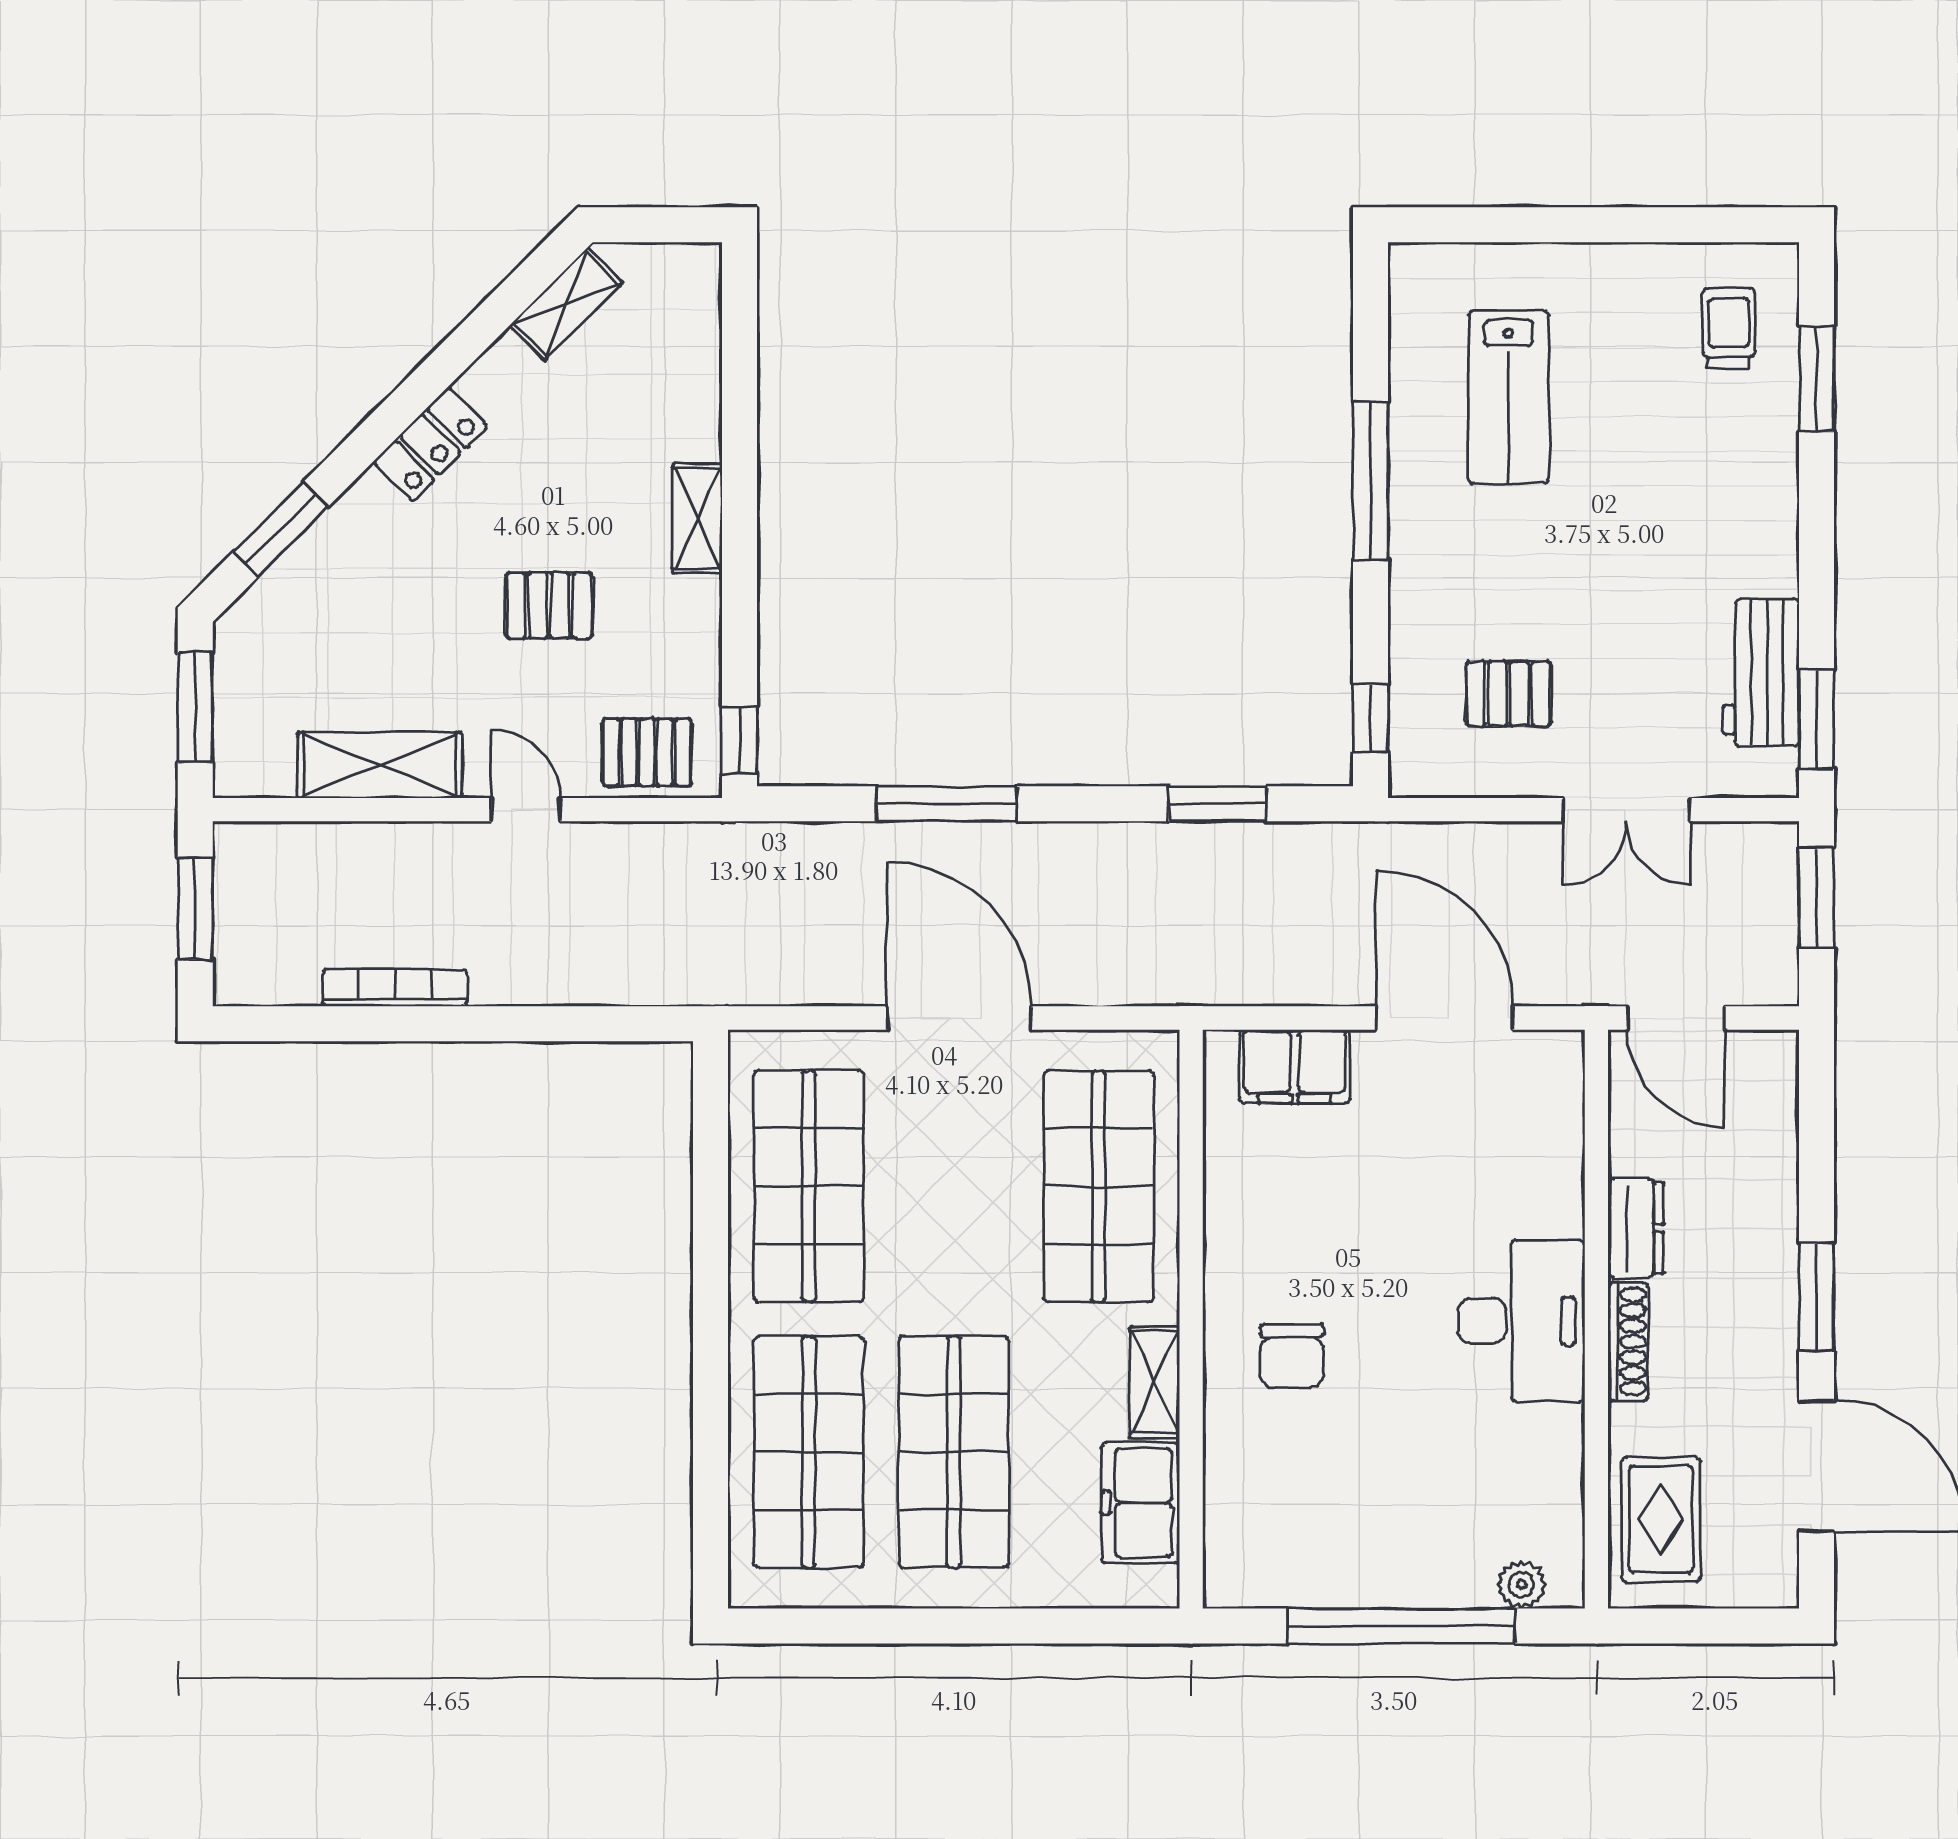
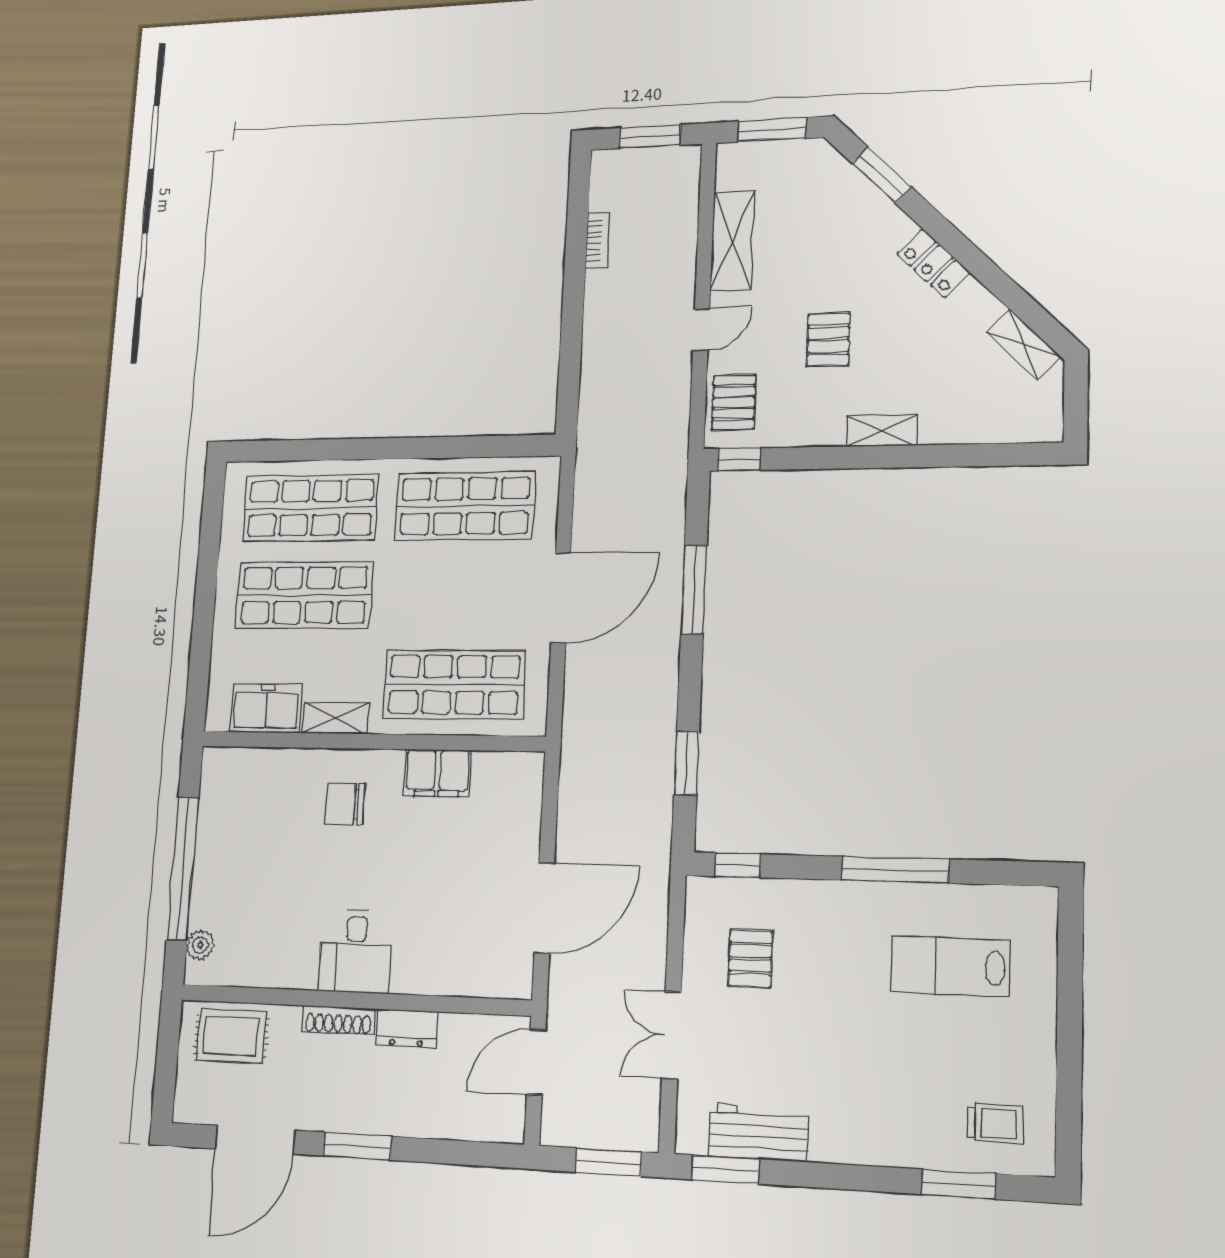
bookcase: (395, 988) -> (598, 240), width x0.64
filing cabinet: (1295, 1067) -> (438, 773), moved, turned -90
desk: (1521, 1321) -> (356, 951), width x0.73

